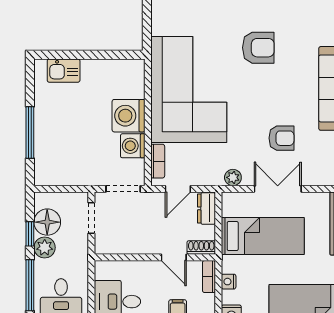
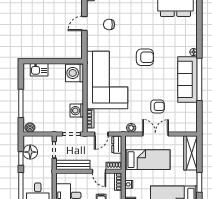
washing machine: (129, 116) -> (74, 73), moved
boiler: (47, 177) -> (30, 128), added
bench: (126, 246) -> (73, 165), added
plant: (45, 248) -> (29, 166), removed

